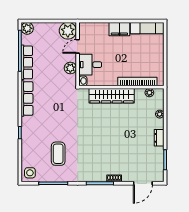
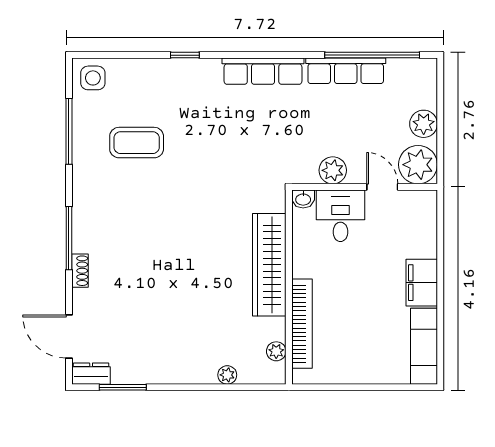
plant: (27, 28) -> (424, 124), moved
dresser: (159, 138) -> (91, 374), moved

